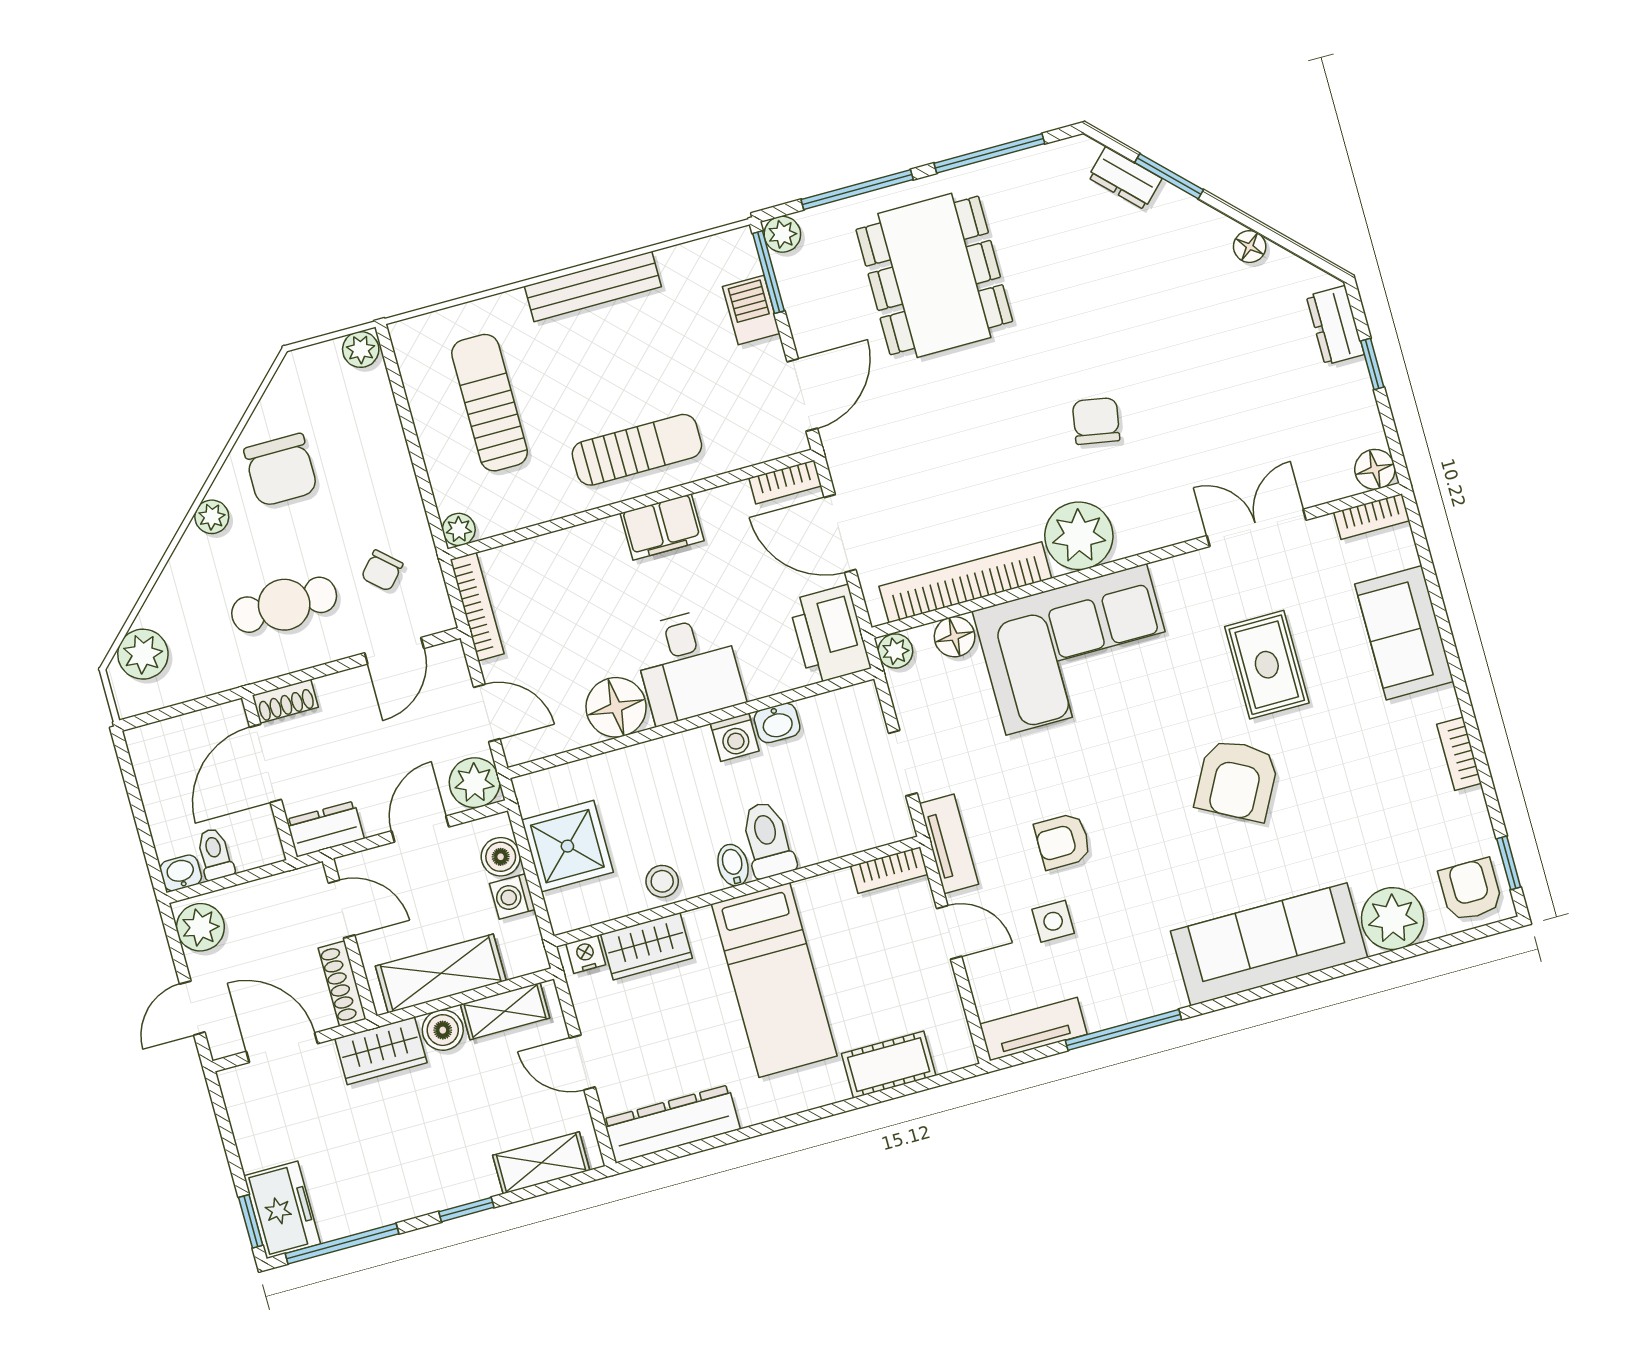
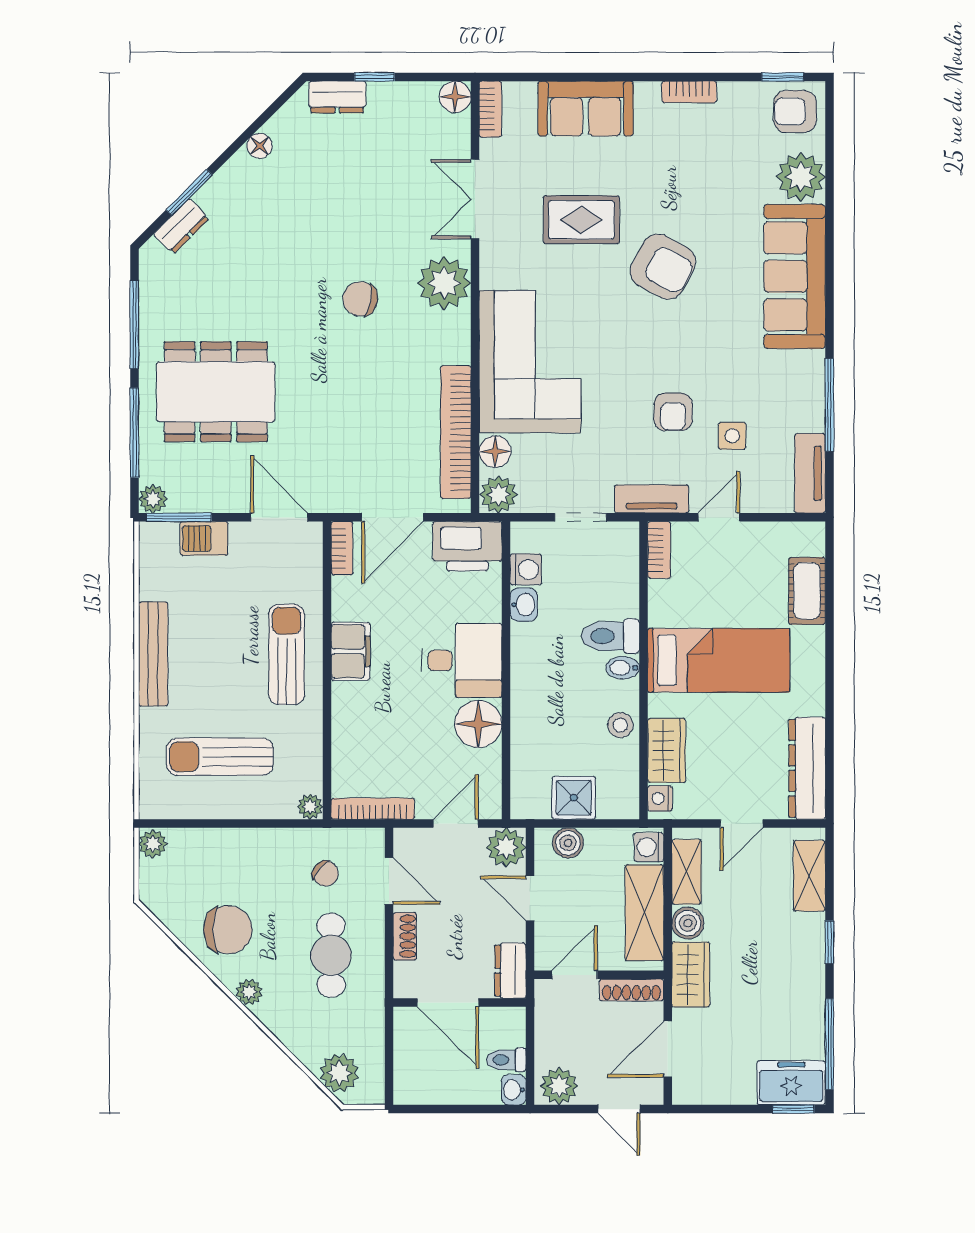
plant: (1079, 536) -> (444, 283), moved
plant: (895, 651) -> (499, 495), width x1.38, depth x1.38
shoe rack: (285, 701) -> (405, 936), moved
washing machine: (735, 737) -> (526, 569), moved
shower: (567, 846) -> (574, 798), width x0.73, depth x0.73
washing machine: (512, 897) -> (649, 847), moved, turned 90

